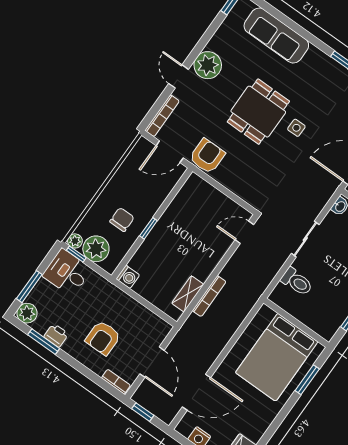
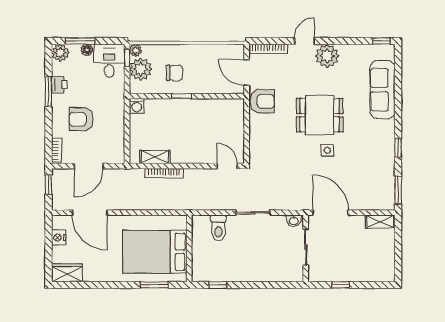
floor lamp: (42, 286) -> (87, 50), added
window: (44, 342) -> (48, 92), moved

